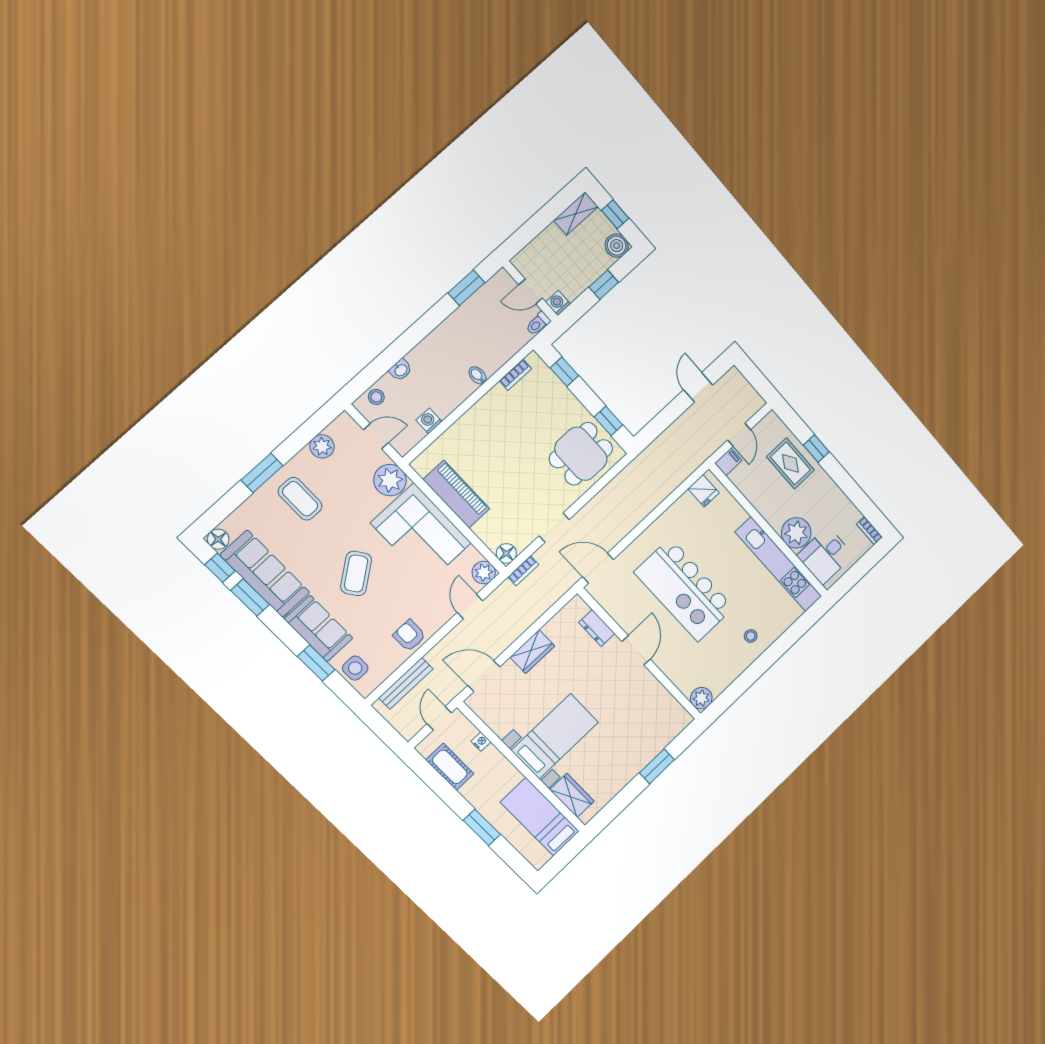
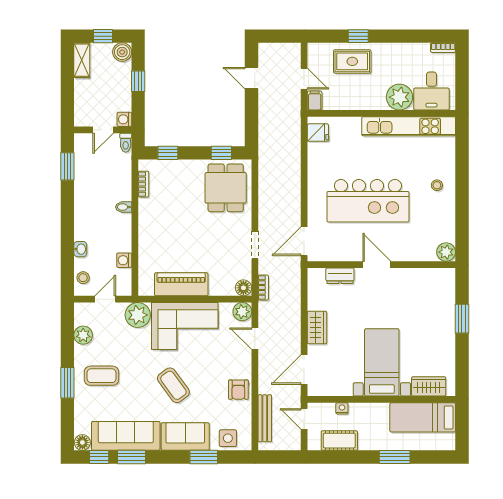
armchair: (409, 636) -> (238, 390), turned -90

